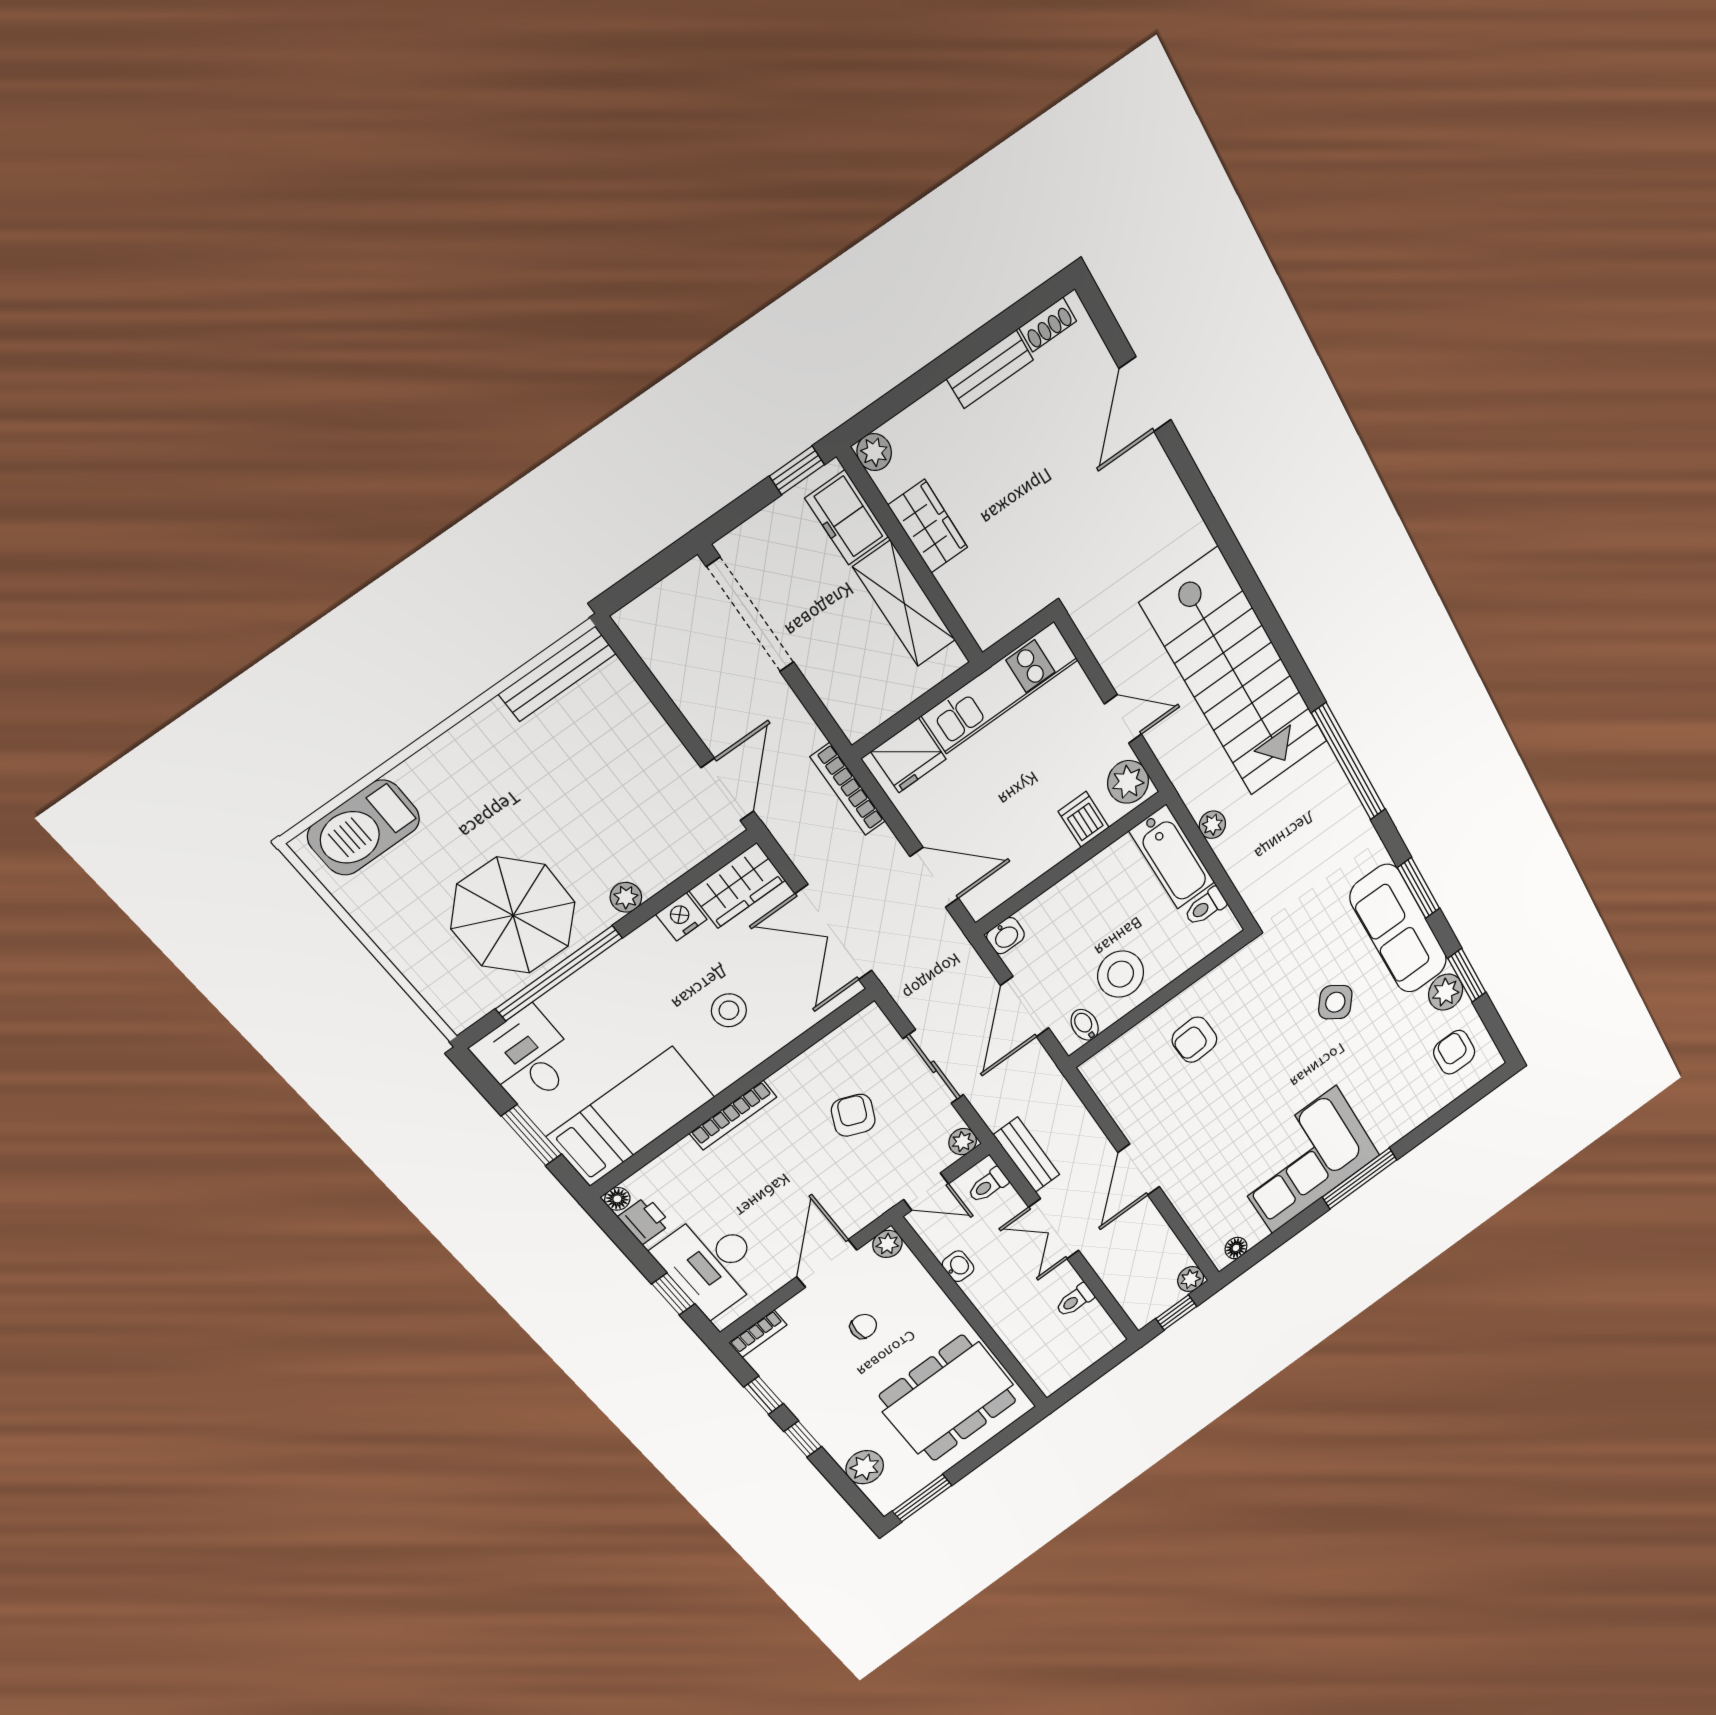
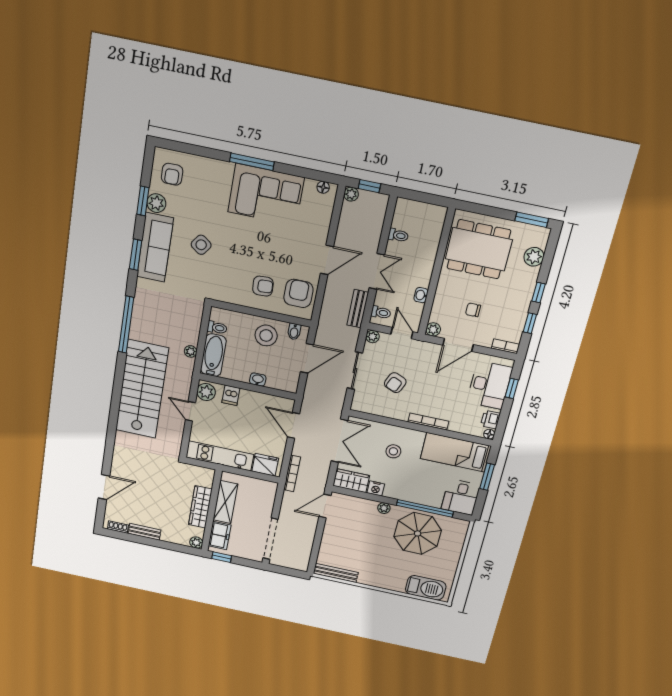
wardrobe: (928, 526) -> (200, 507), width x1.50
washbasin: (1006, 936) -> (258, 380), moved
armchair: (1133, 1084) -> (298, 293), added

